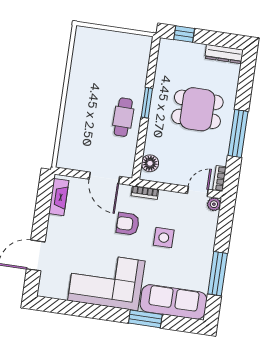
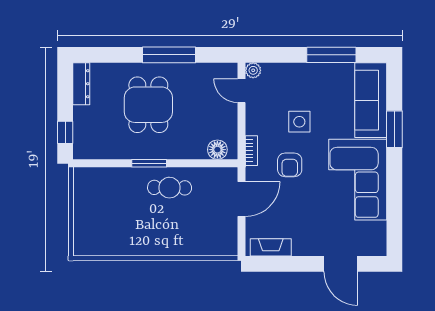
bookcase: (219, 178) -> (223, 68), removed

